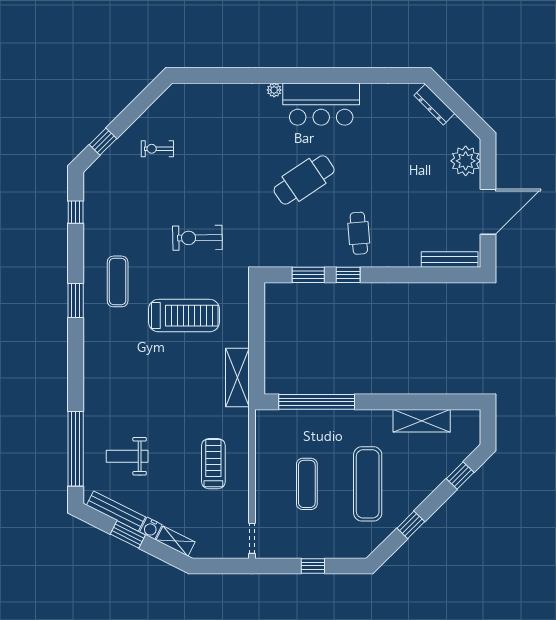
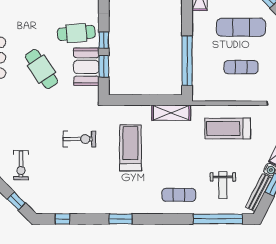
exercise bike: (157, 149) -> (21, 165), width x1.38, depth x1.39
cafe table: (359, 233) -> (76, 33), width x1.37, depth x1.35
exercise bike: (197, 238) -> (79, 139), turned -89
booth: (307, 248) -> (86, 67), added
exercise mat: (118, 281) -> (179, 195), moved
treadmill: (213, 464) -> (228, 129), width x1.37, depth x1.38

